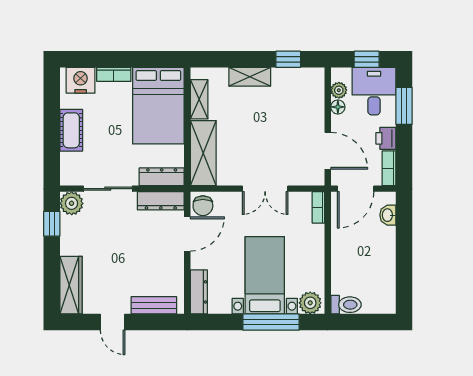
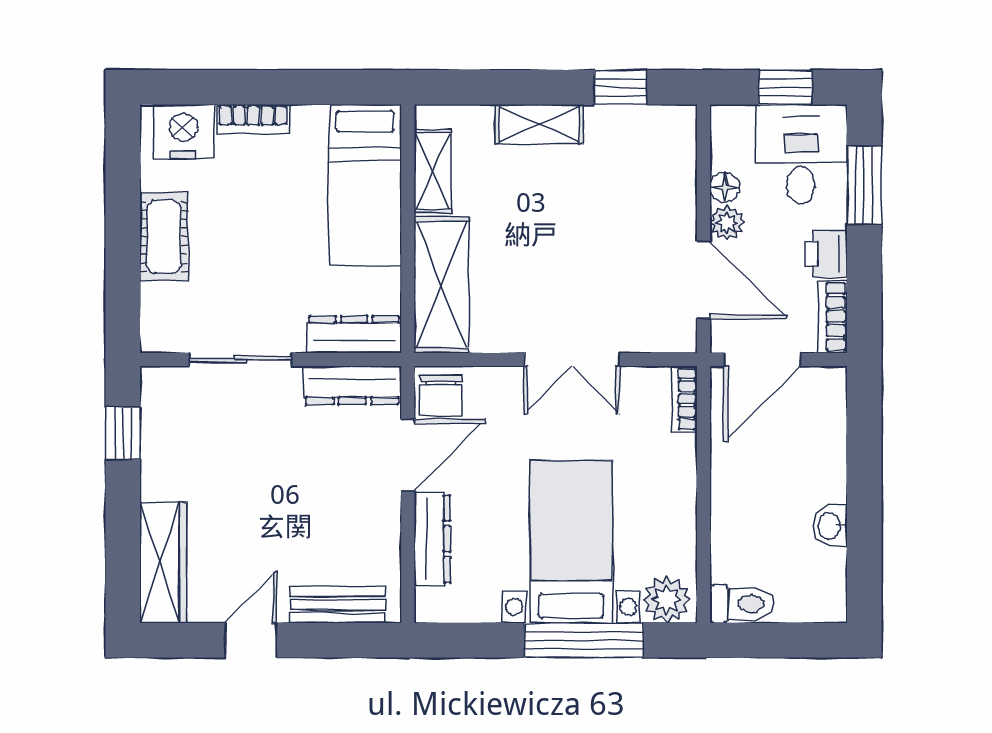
plant: (339, 90) -> (727, 223), moved
bed: (158, 106) -> (365, 185), width x0.67
plant: (72, 203) -> (164, 390), removed
washbasin: (388, 215) -> (830, 526), moved
dresser: (199, 292) -> (432, 539), moved
door: (113, 322) -> (251, 640), swing flipped

